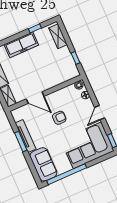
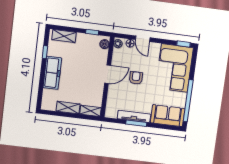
boiler: (72, 74) -> (105, 44), added
door: (35, 98) -> (108, 74), moved
door: (100, 113) -> (143, 39), moved

